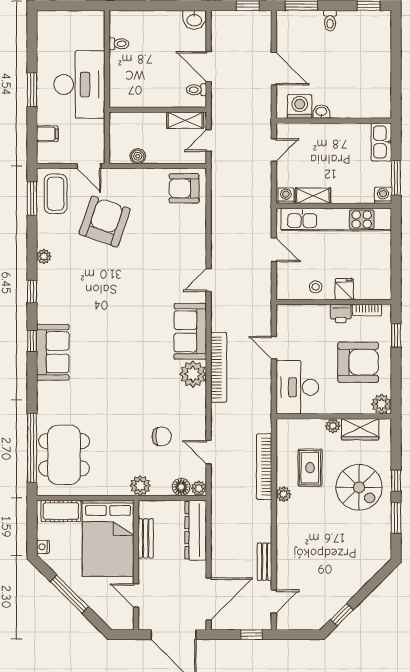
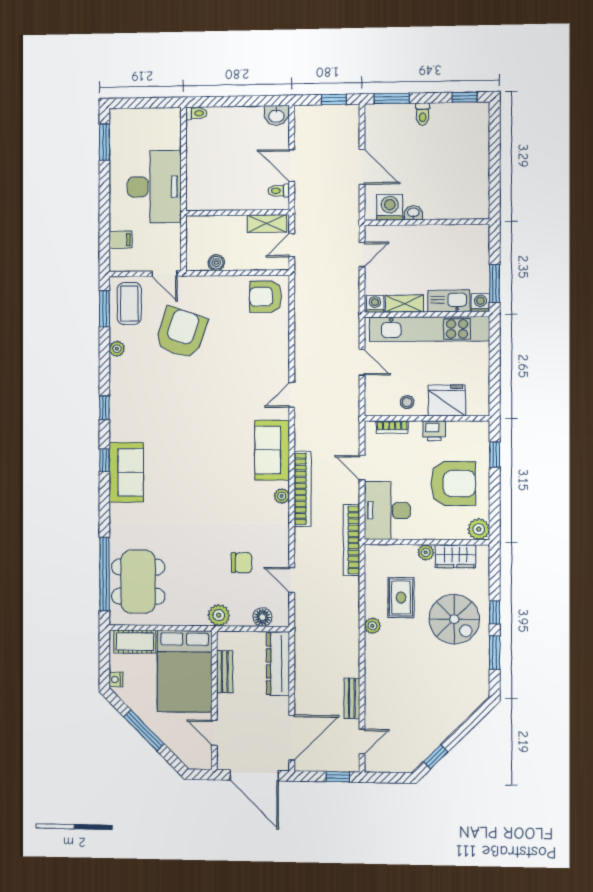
toilet: (119, 44) -> (196, 113), moved
window: (32, 90) -> (104, 142), moved
kitchen sink: (381, 142) -> (449, 301), moved, turned 90
plant: (44, 256) -> (117, 349), moved
fridge: (344, 289) -> (447, 400), width x1.88, depth x1.34
bookcase: (367, 310) -> (392, 427), moved
plant: (193, 374) -> (282, 496), width x0.53, depth x0.53
bookcase: (264, 467) -> (351, 540), moved
plant: (199, 488) -> (281, 619), removed

